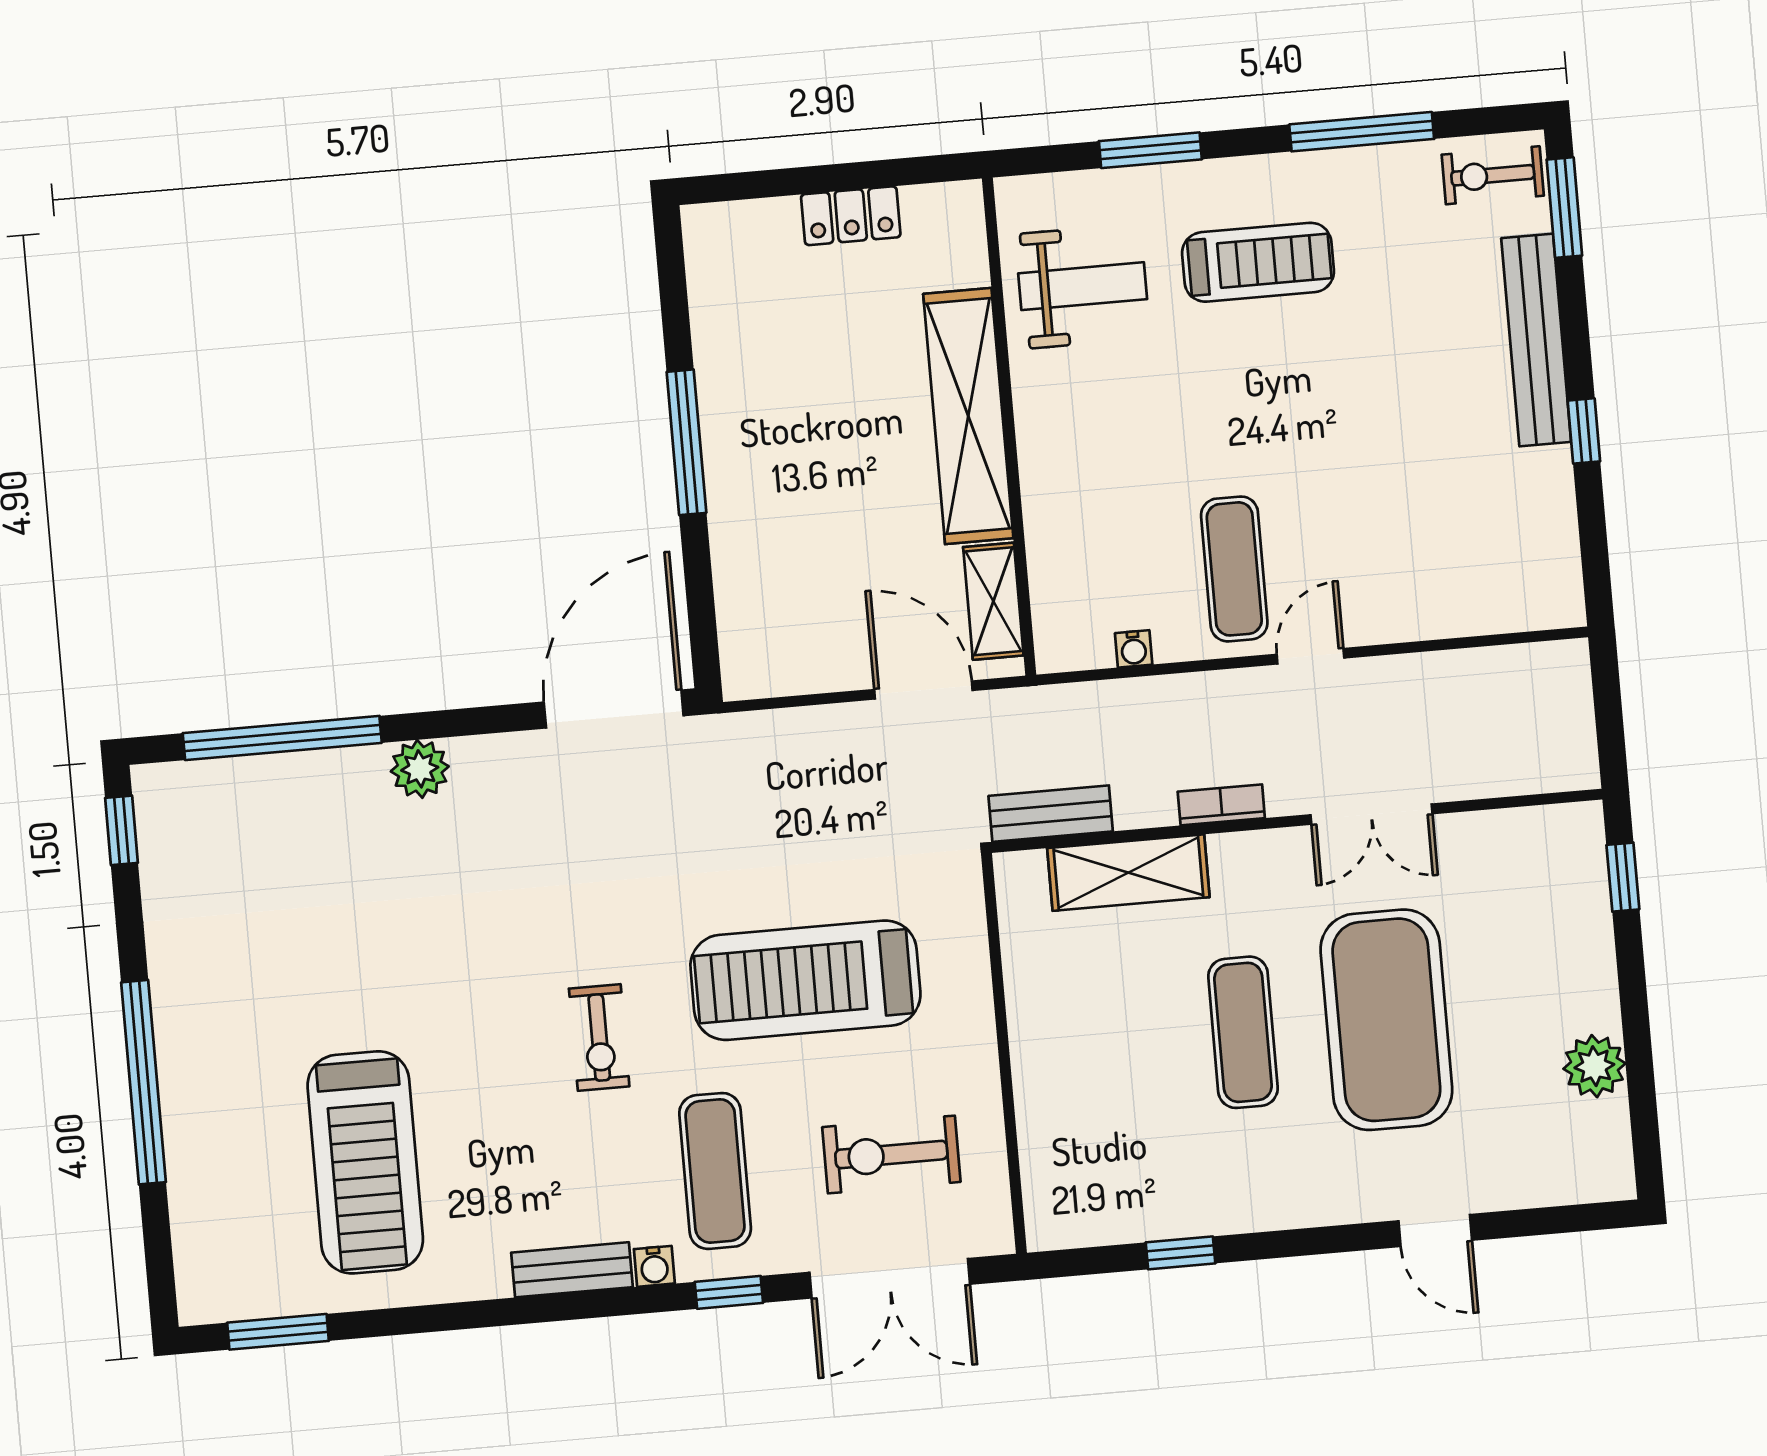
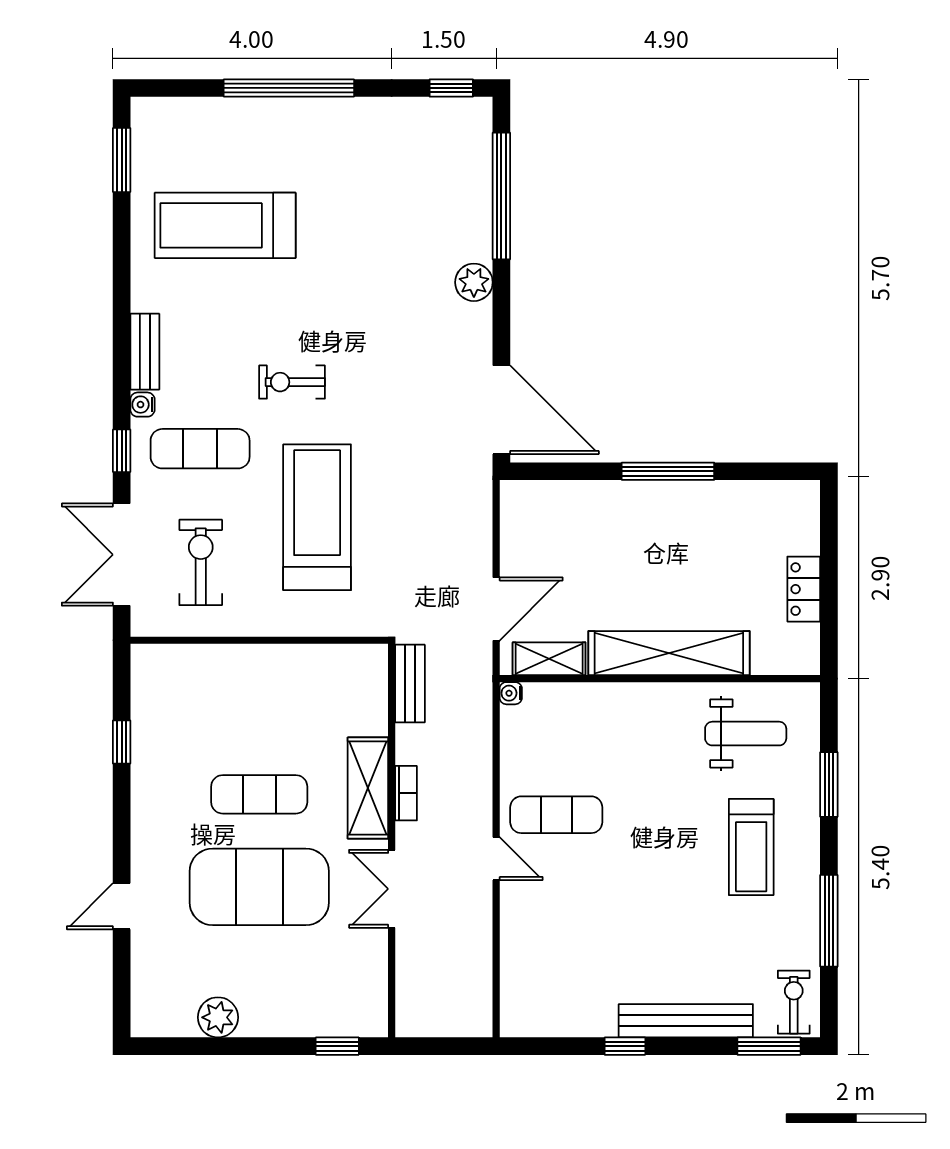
weight bench: (1083, 286) -> (746, 734), turned -90
water cooler: (1134, 649) -> (511, 693), moved
shelving: (1128, 873) -> (368, 788), moved

